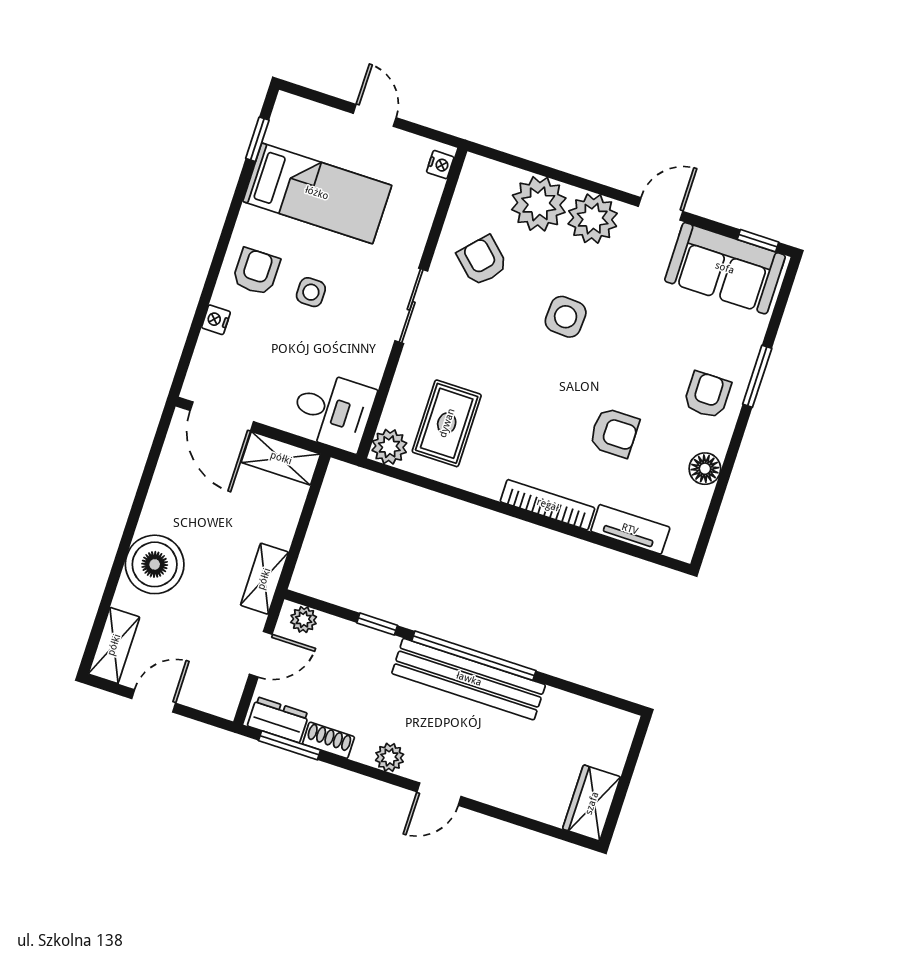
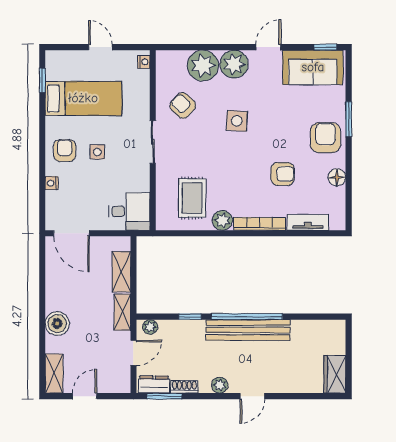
armchair: (707, 395) -> (325, 138), width x1.38, depth x1.38
plant: (389, 447) -> (222, 220), moved
shelving: (281, 458) -> (121, 272), moved, turned 90
boiler: (155, 564) -> (57, 324), width x0.73, depth x0.73

